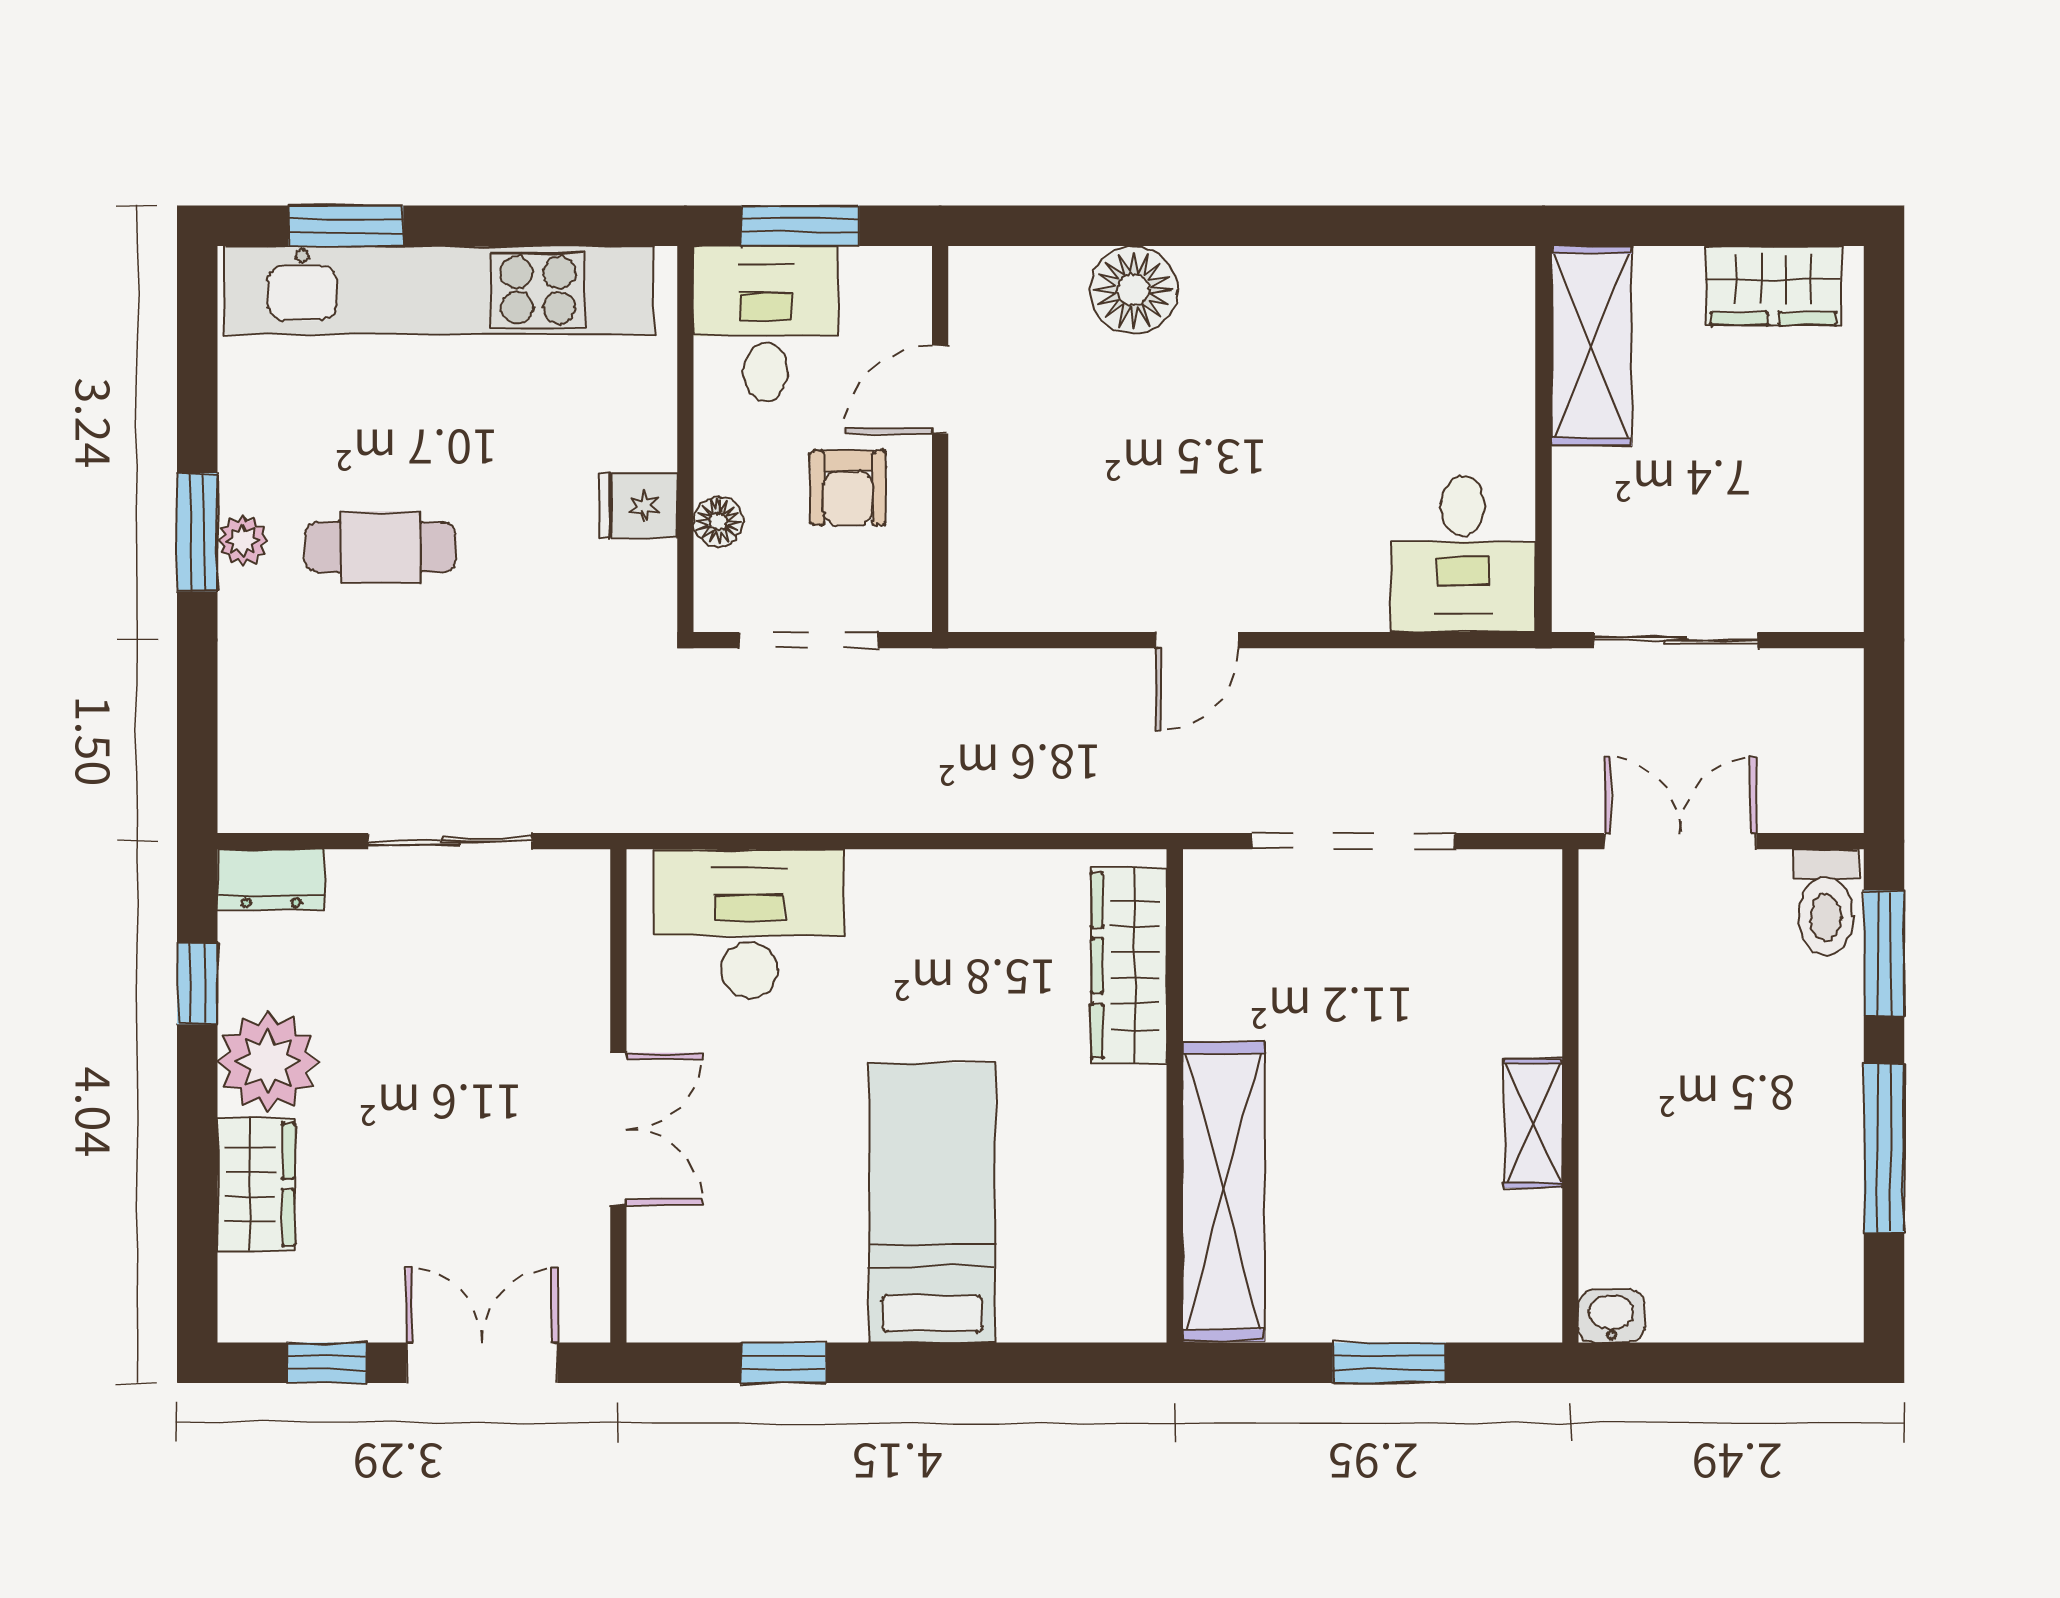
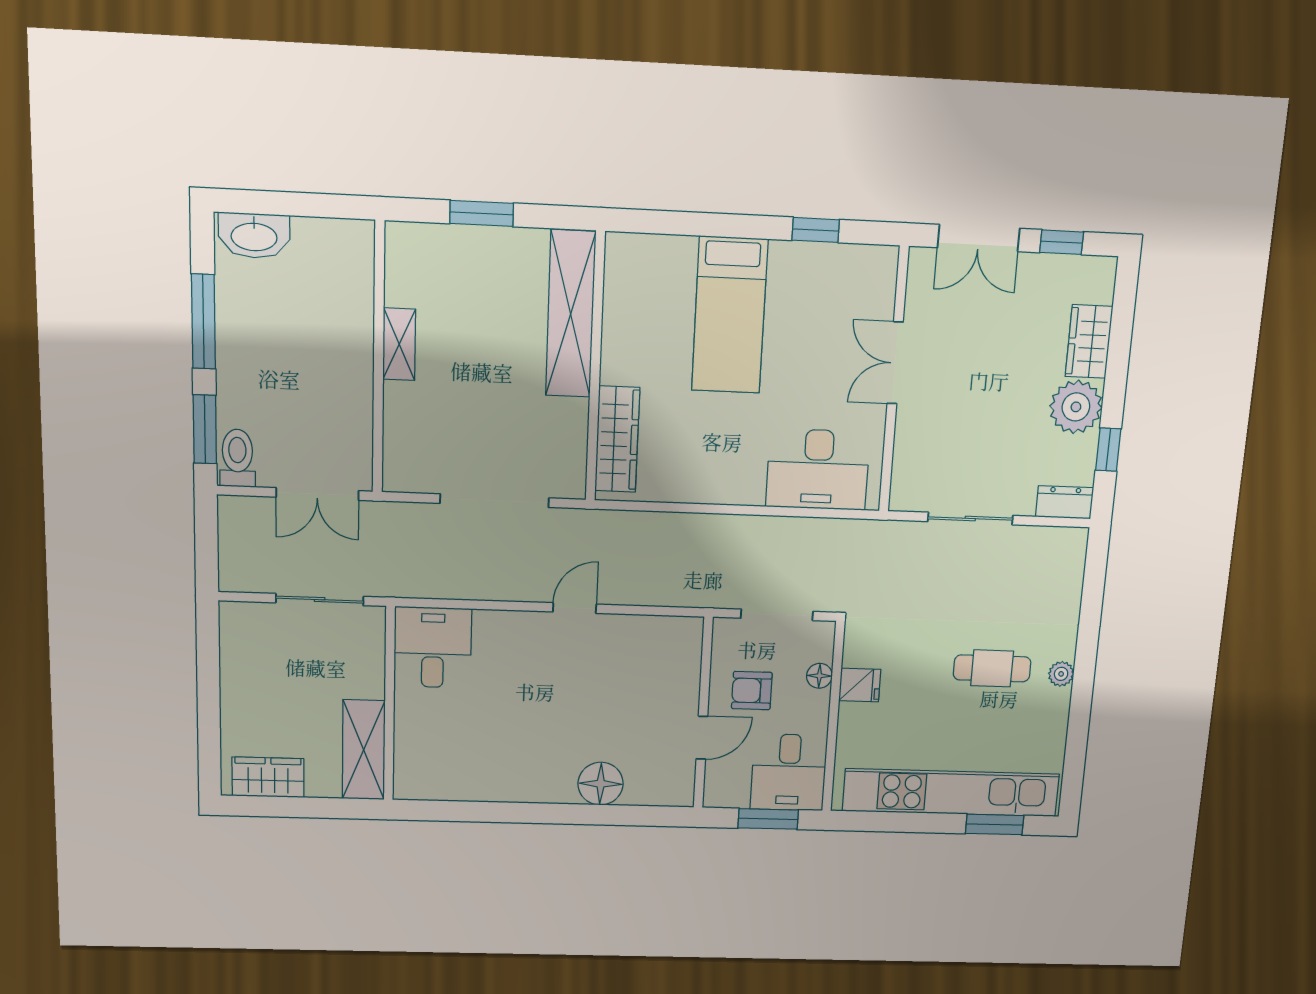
armchair: (848, 488) -> (752, 691), turned -90
window: (197, 532) -> (1083, 679), removed
washbasin: (1611, 1316) -> (254, 236), moved, width x1.91, depth x1.45

